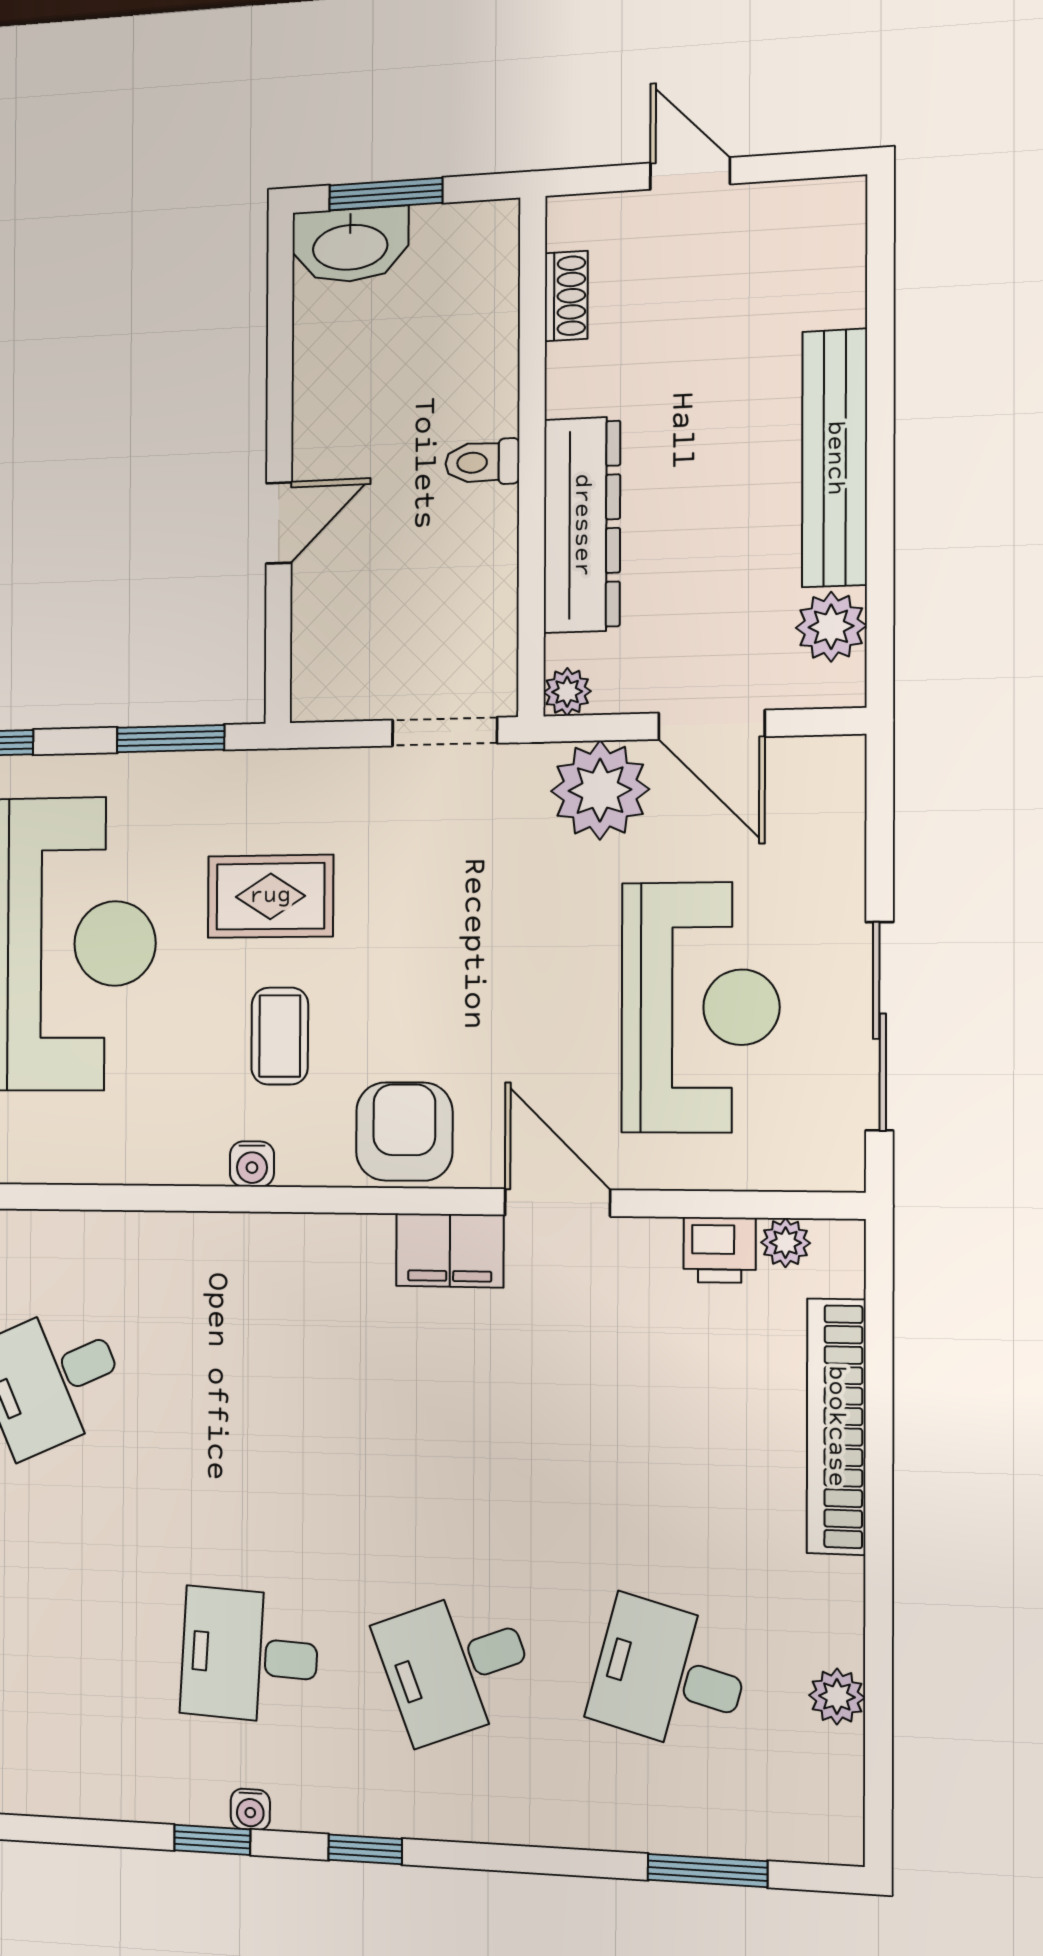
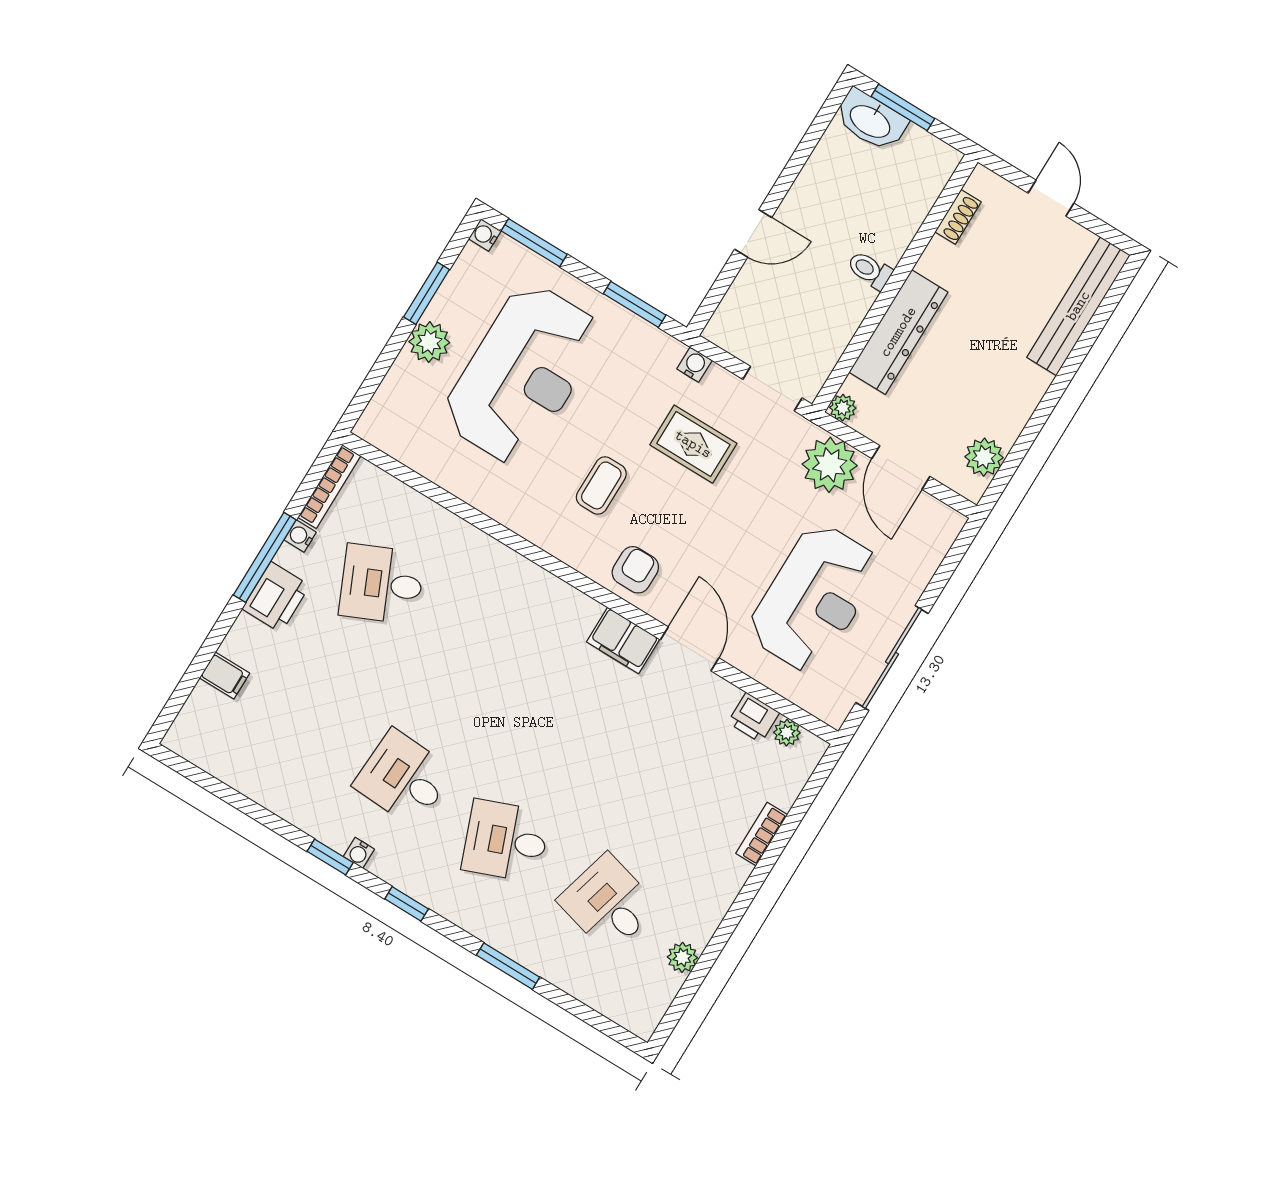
bench: (835, 458) -> (1078, 306), moved
rug: (270, 896) -> (693, 444), moved
armchair: (404, 1132) -> (635, 570), width x0.72, depth x0.72
water cooler: (252, 1164) -> (694, 365), moved, turned 180
bookcase: (836, 1426) -> (762, 834), width x0.43, depth x0.76
window: (707, 1871) -> (508, 966), moved

